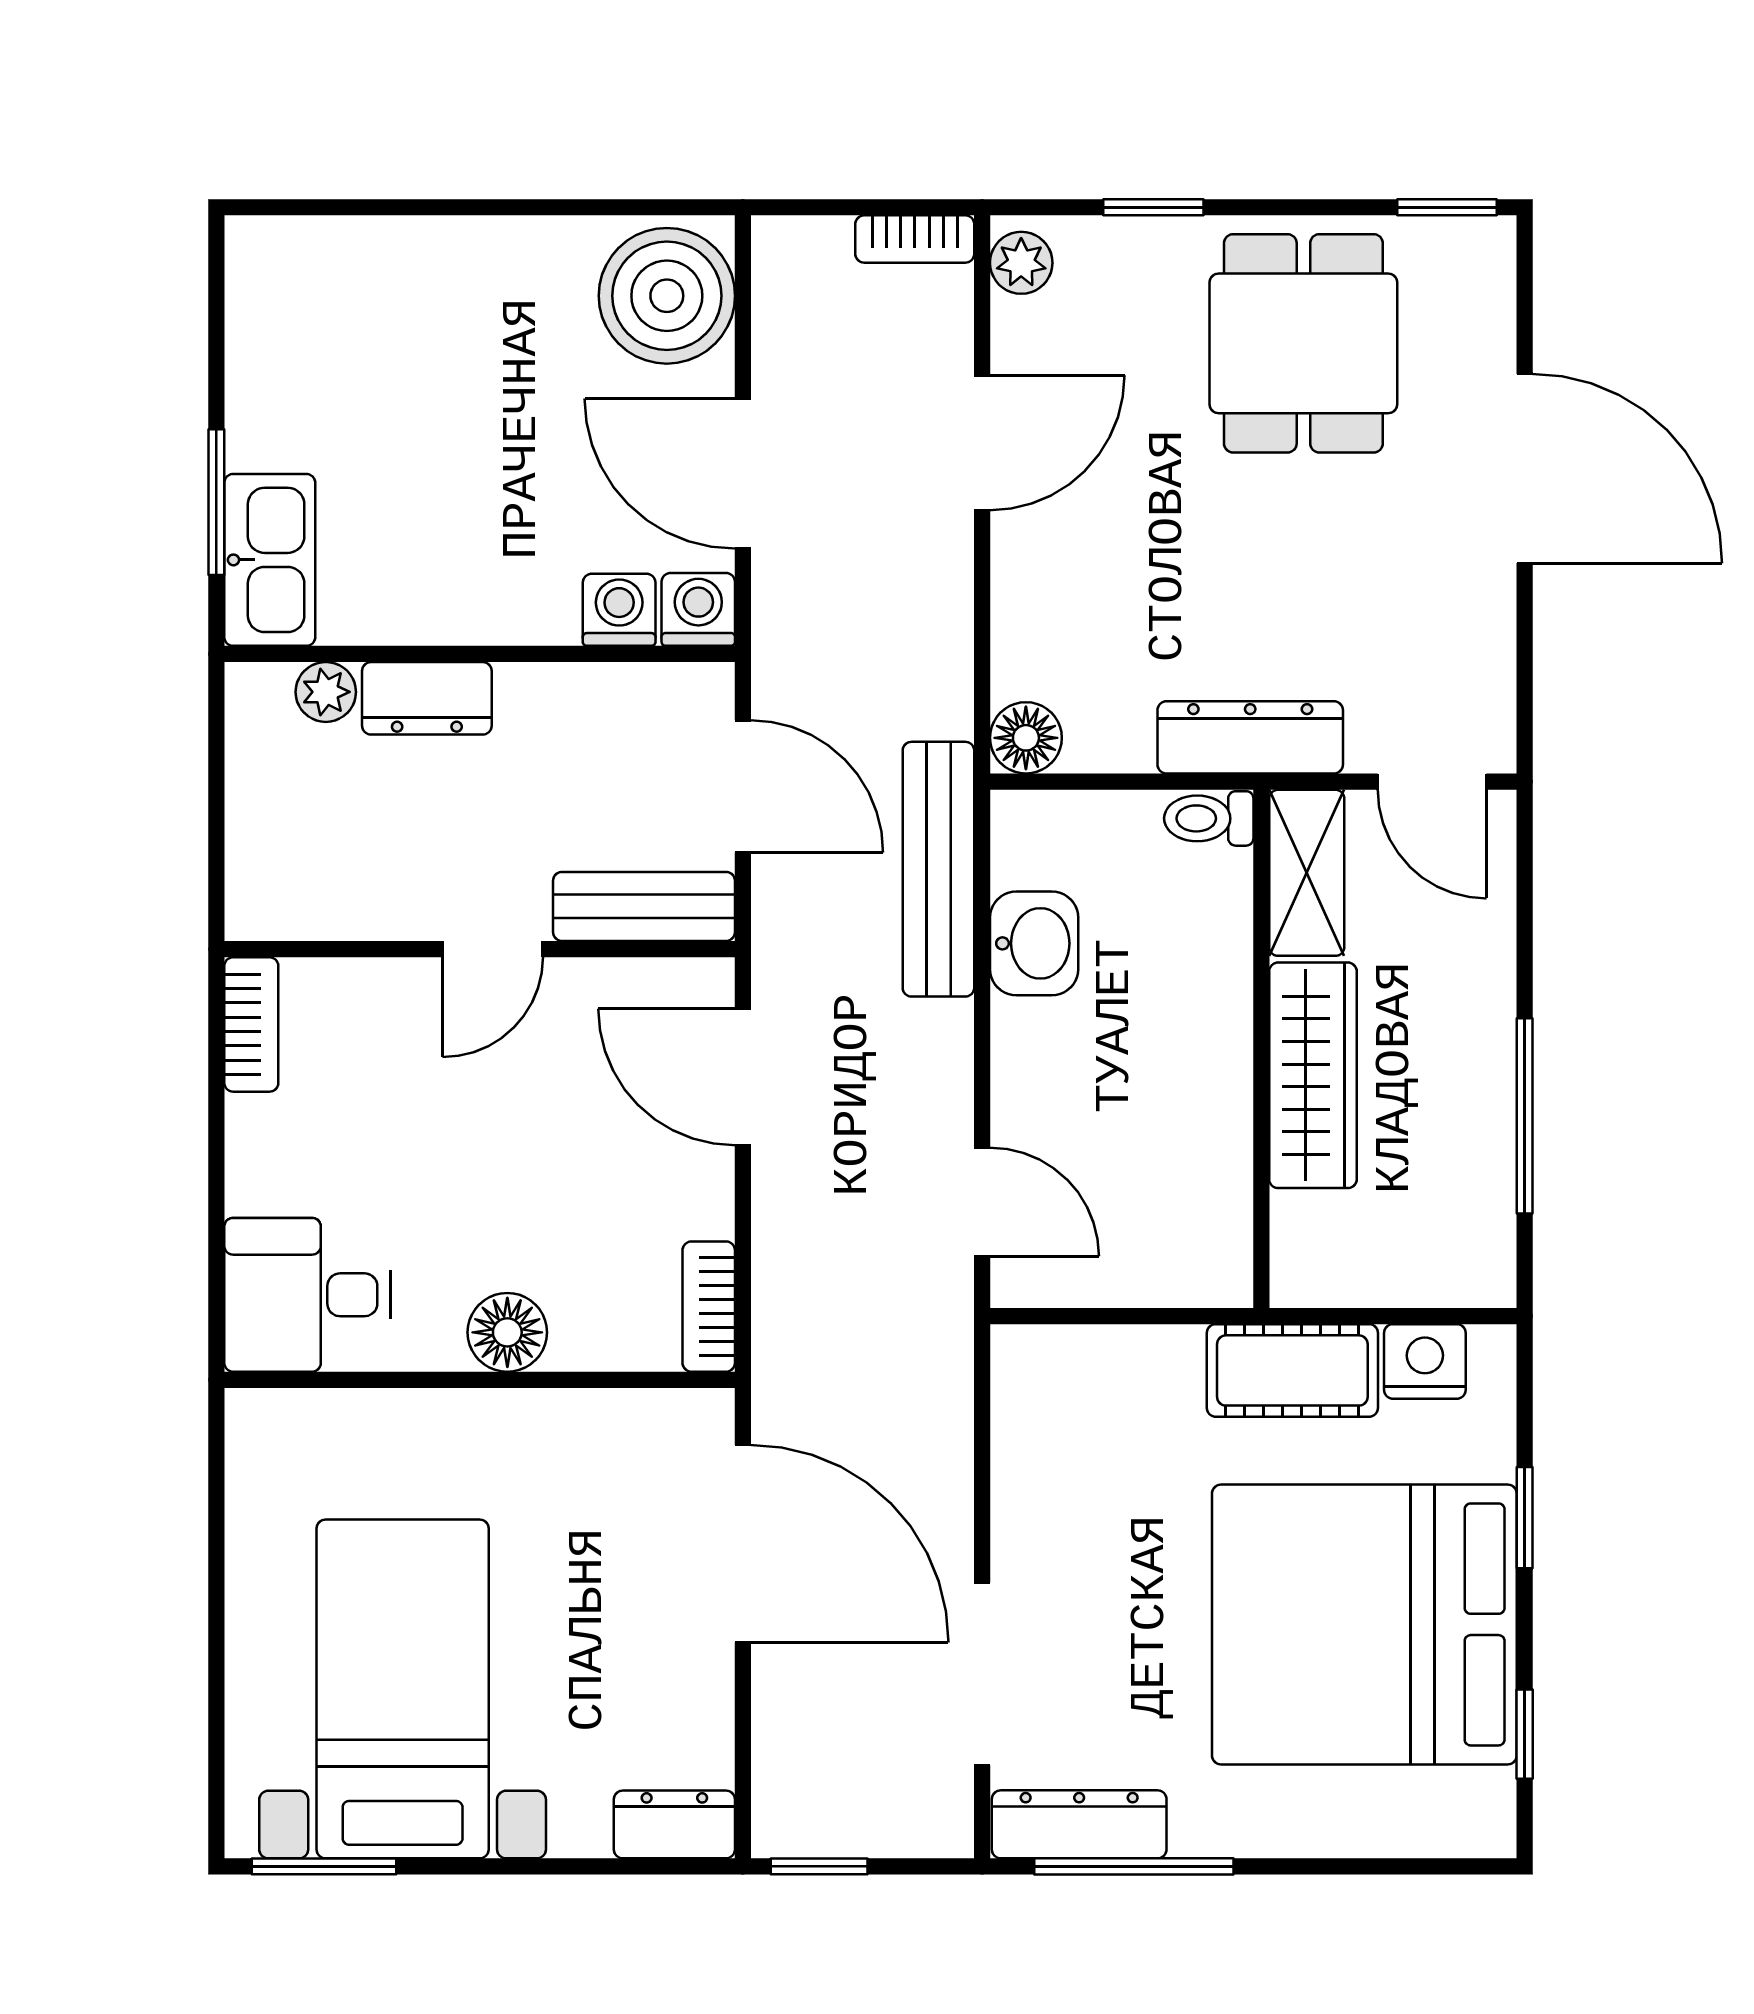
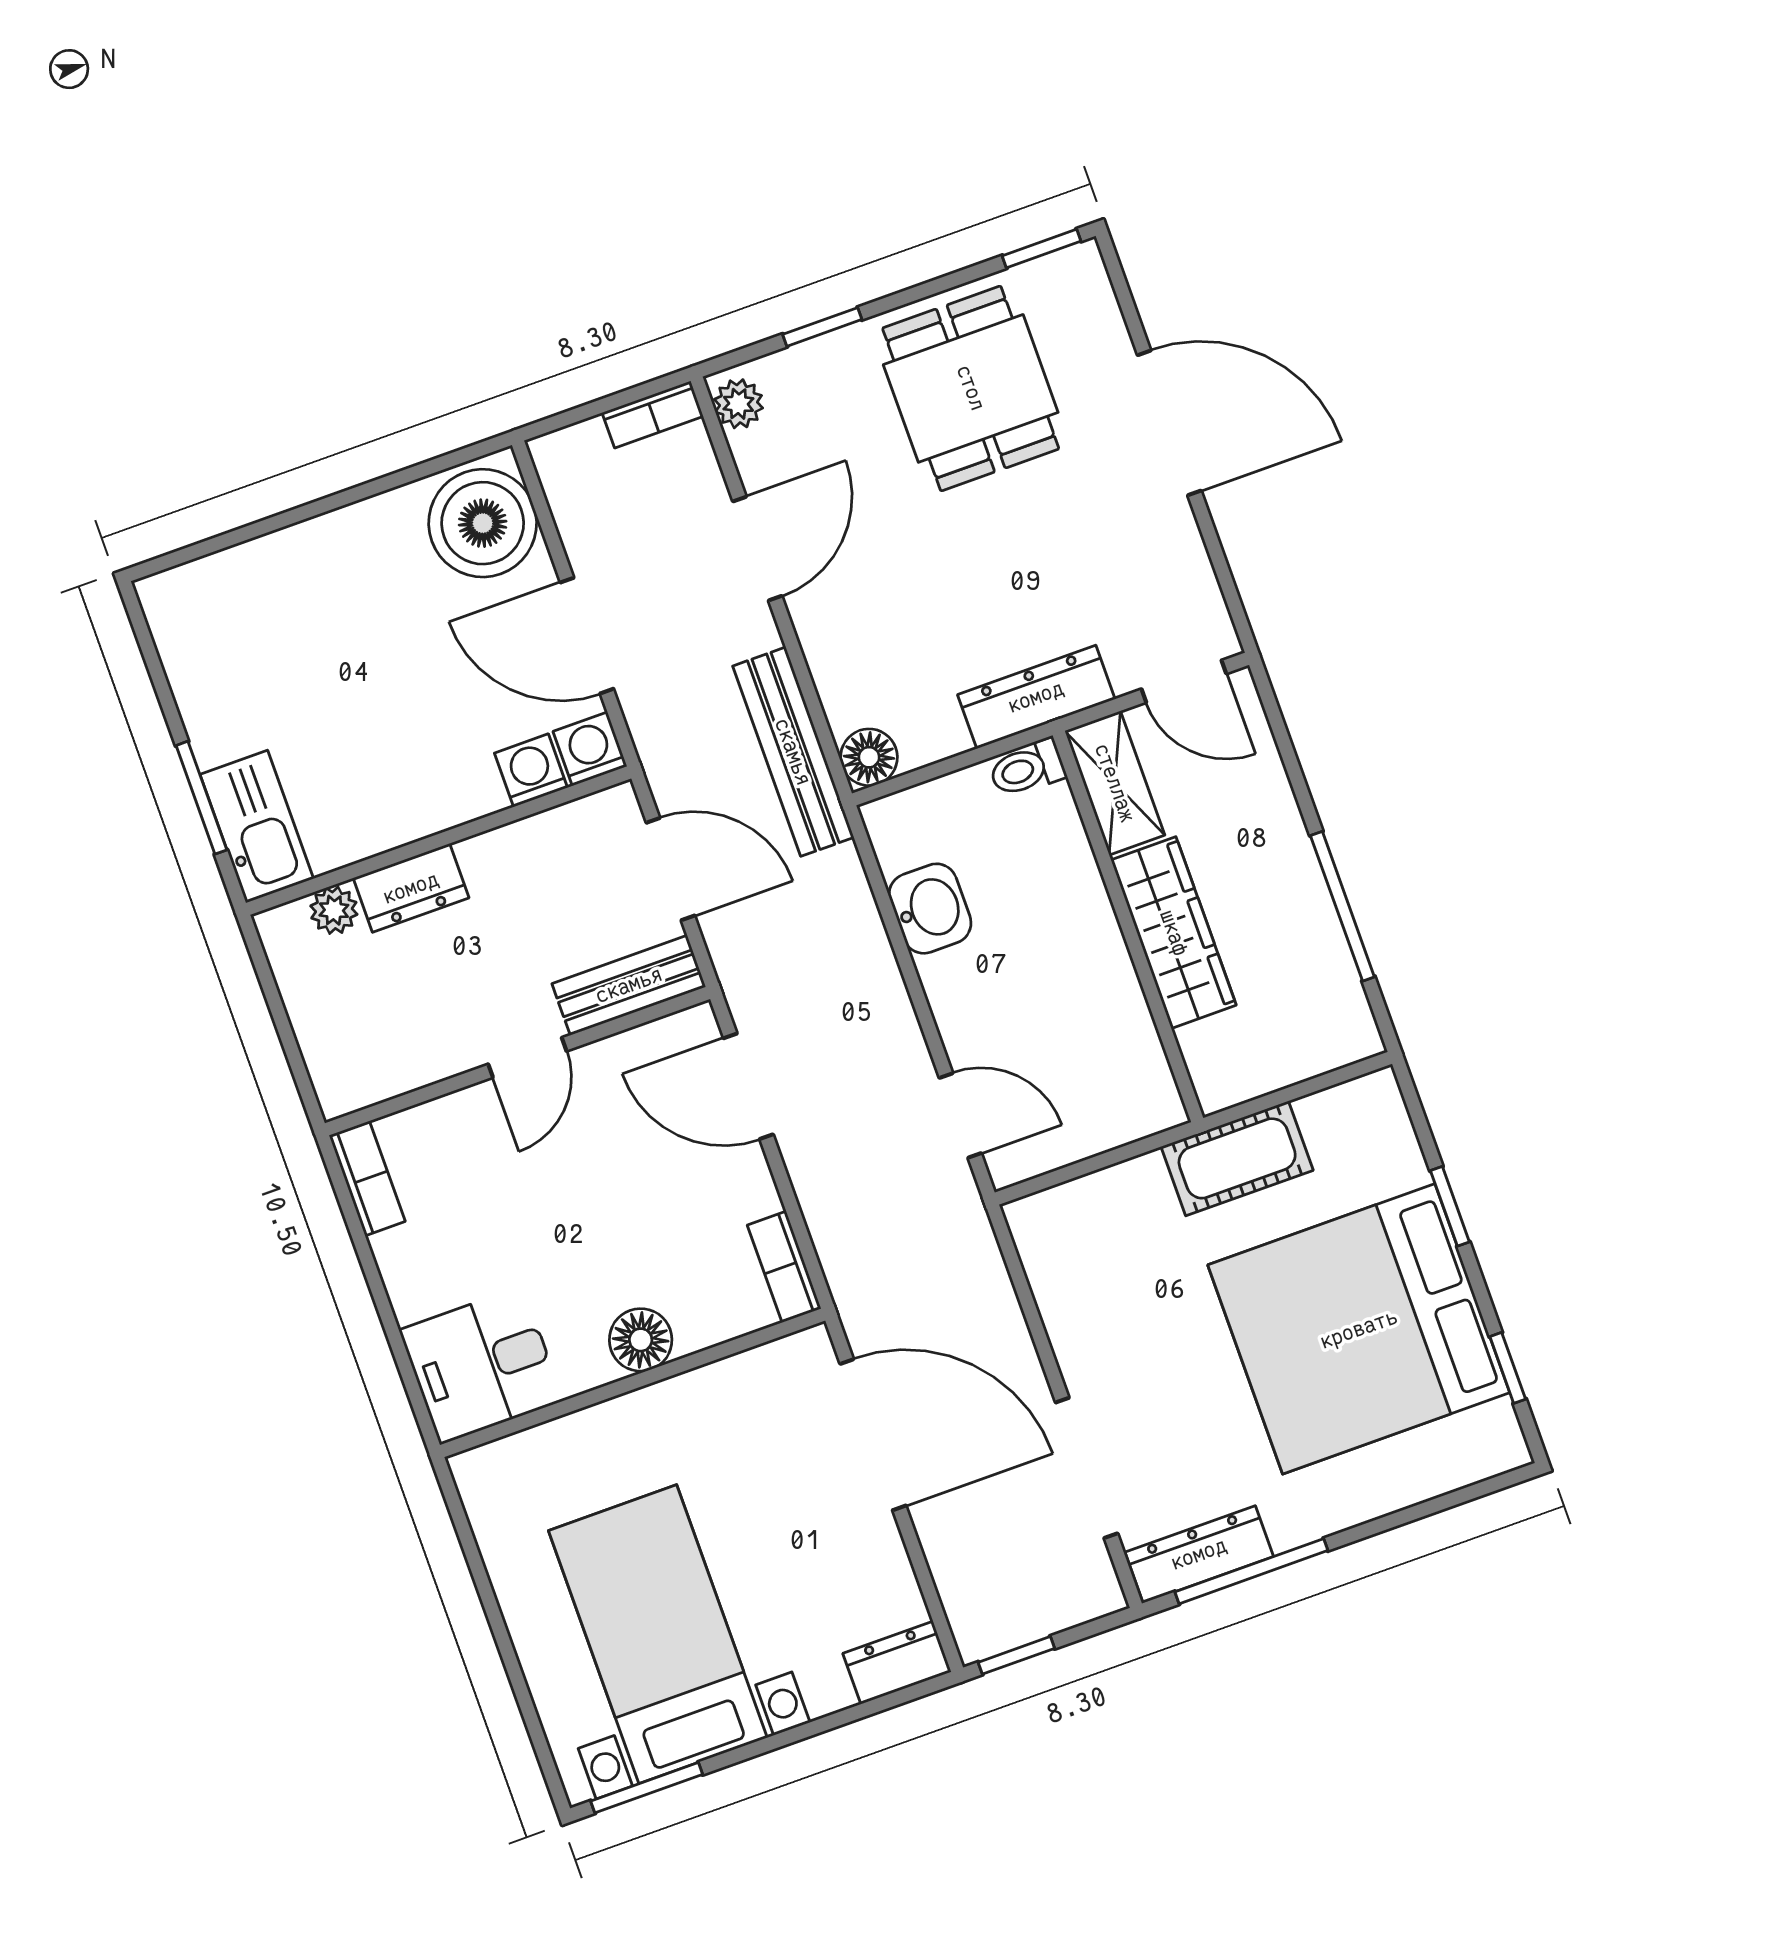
bench: (938, 869) -> (793, 752), moved
nightstand: (1425, 1361) -> (1334, 1116), removed

